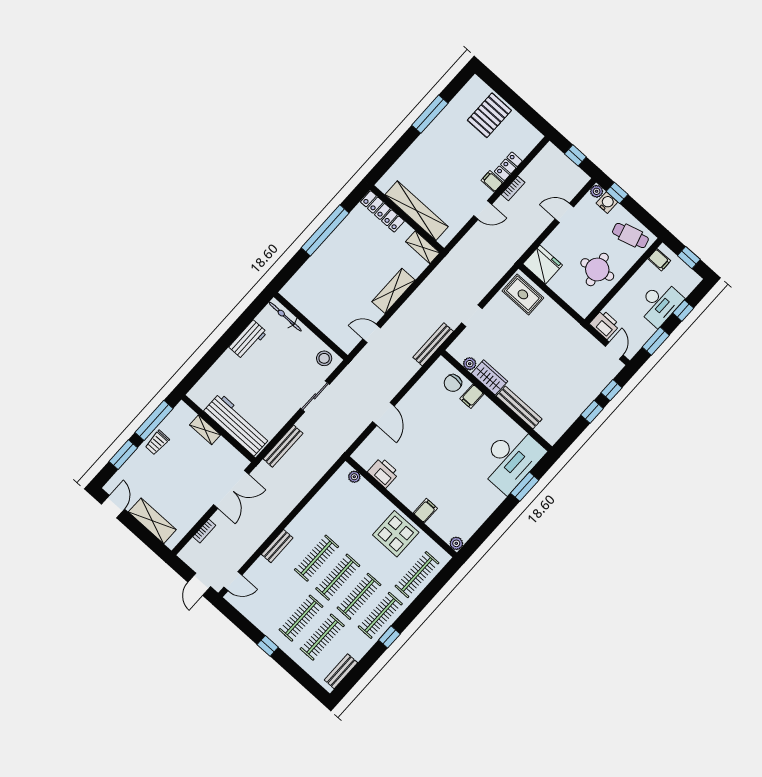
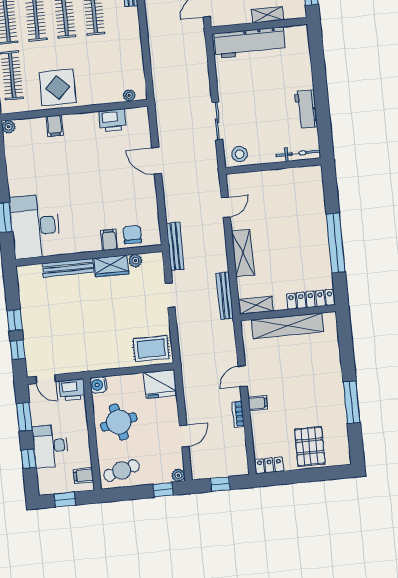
locker: (508, 166) -> (269, 465), moved, turned -90
water cooler: (607, 203) -> (98, 385), moved, turned 90
bench: (283, 446) -> (225, 296), moved

